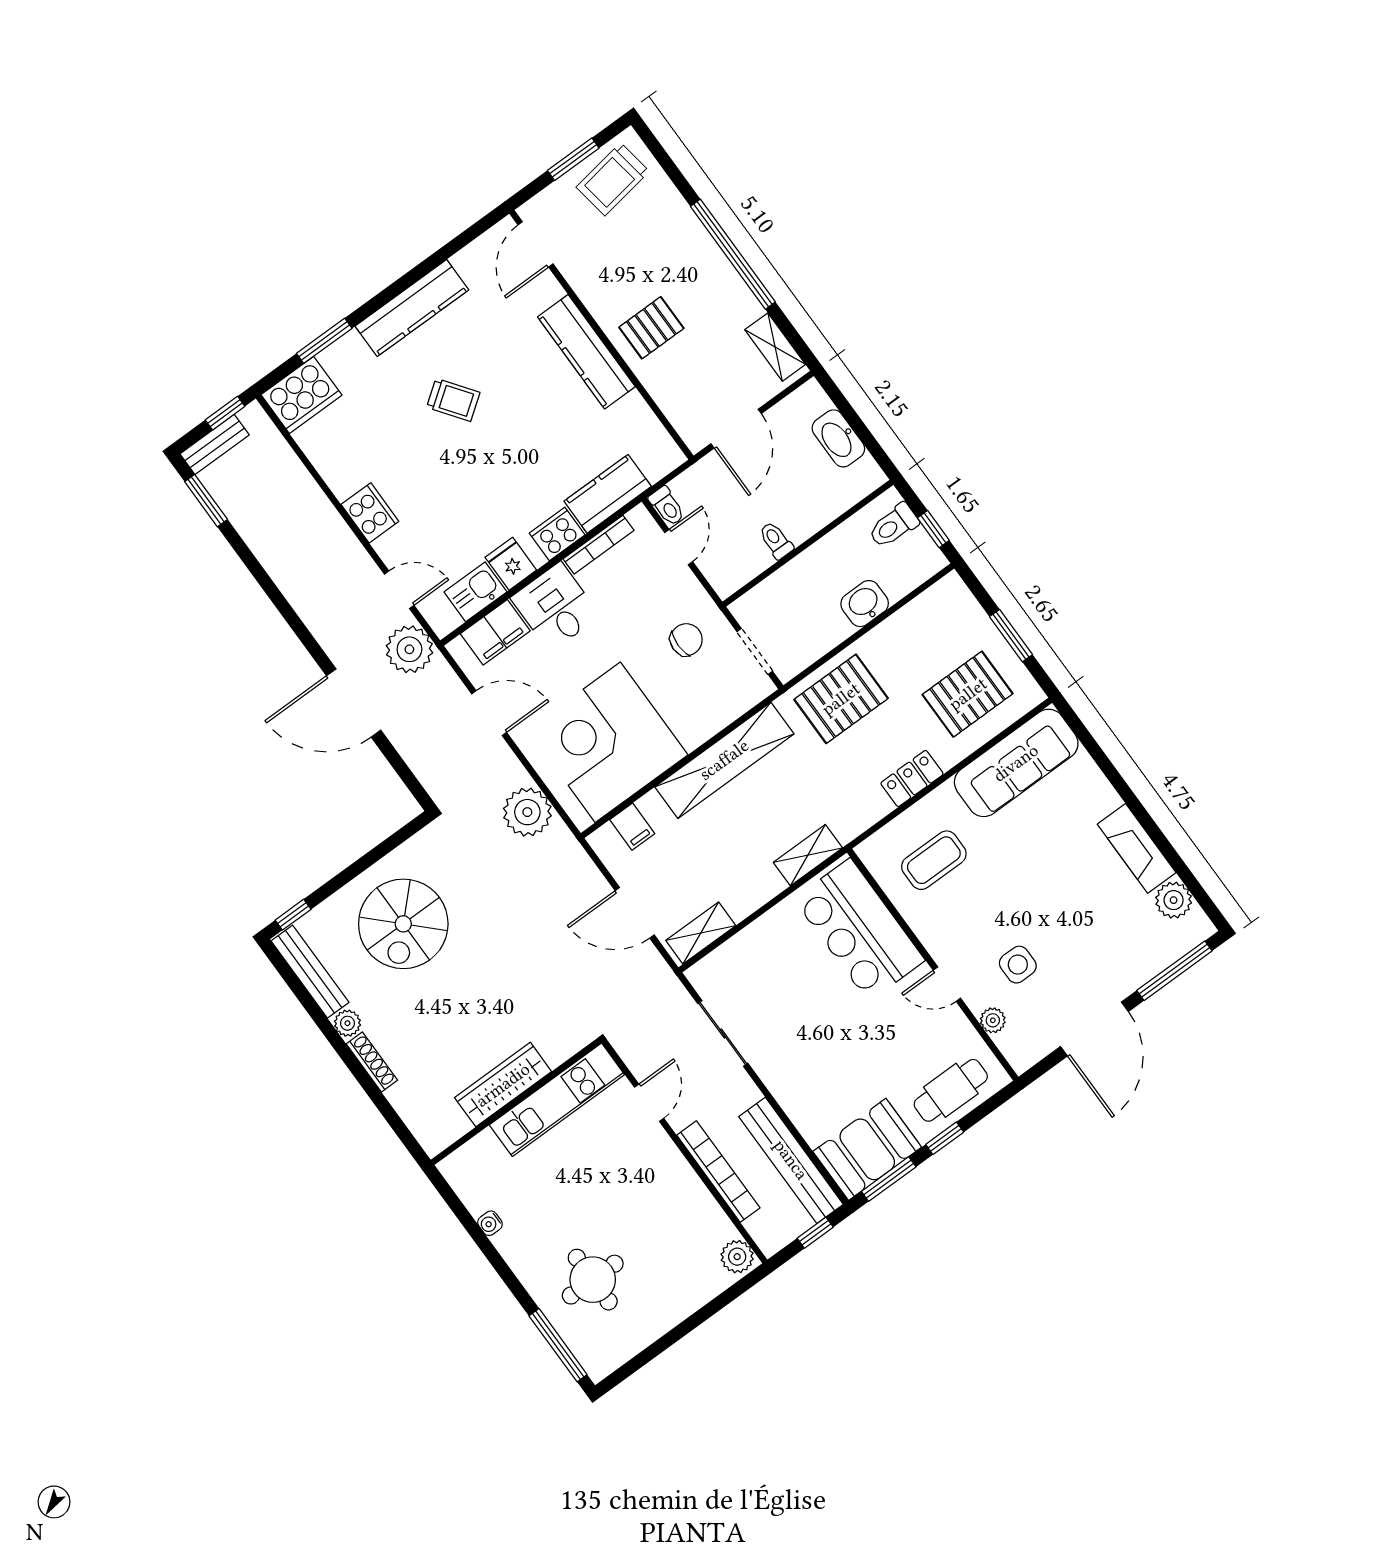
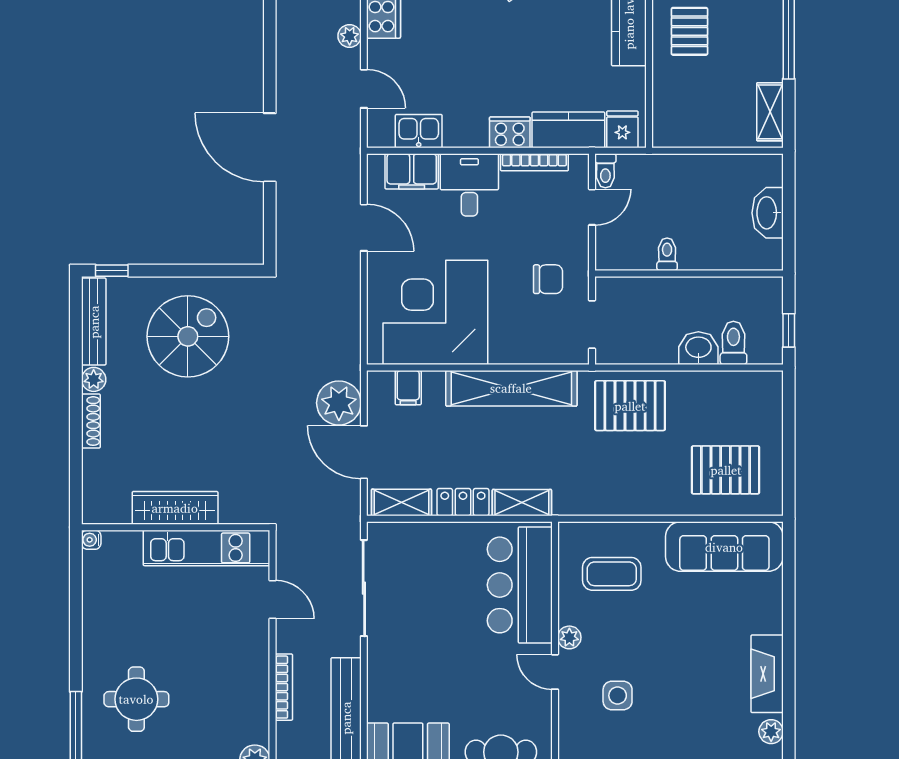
pallet: (651, 328) -> (689, 31), turned 90
door: (736, 429) -> (698, 151), removed
toilet: (893, 526) -> (733, 343), moved, turned 90
fridge: (511, 564) -> (622, 129), moved
window: (1011, 636) -> (789, 450), removed
plant: (409, 649) -> (350, 36), moved, width x0.53, depth x0.53
locker: (912, 779) -> (463, 502), moved
plant: (527, 812) -> (339, 403), moved
plant: (1174, 900) -> (771, 732), width x0.73, depth x0.73
spiral stairs: (403, 924) -> (188, 336), turned 180
plant: (993, 1020) -> (569, 637), moved
sliding door: (723, 1033) -> (364, 588), width x1.37
door: (649, 1103) -> (273, 600), hinge flipped
bookcase: (718, 1172) -> (284, 687), width x0.68, depth x0.76
water cooler: (490, 1223) -> (91, 540), moved

